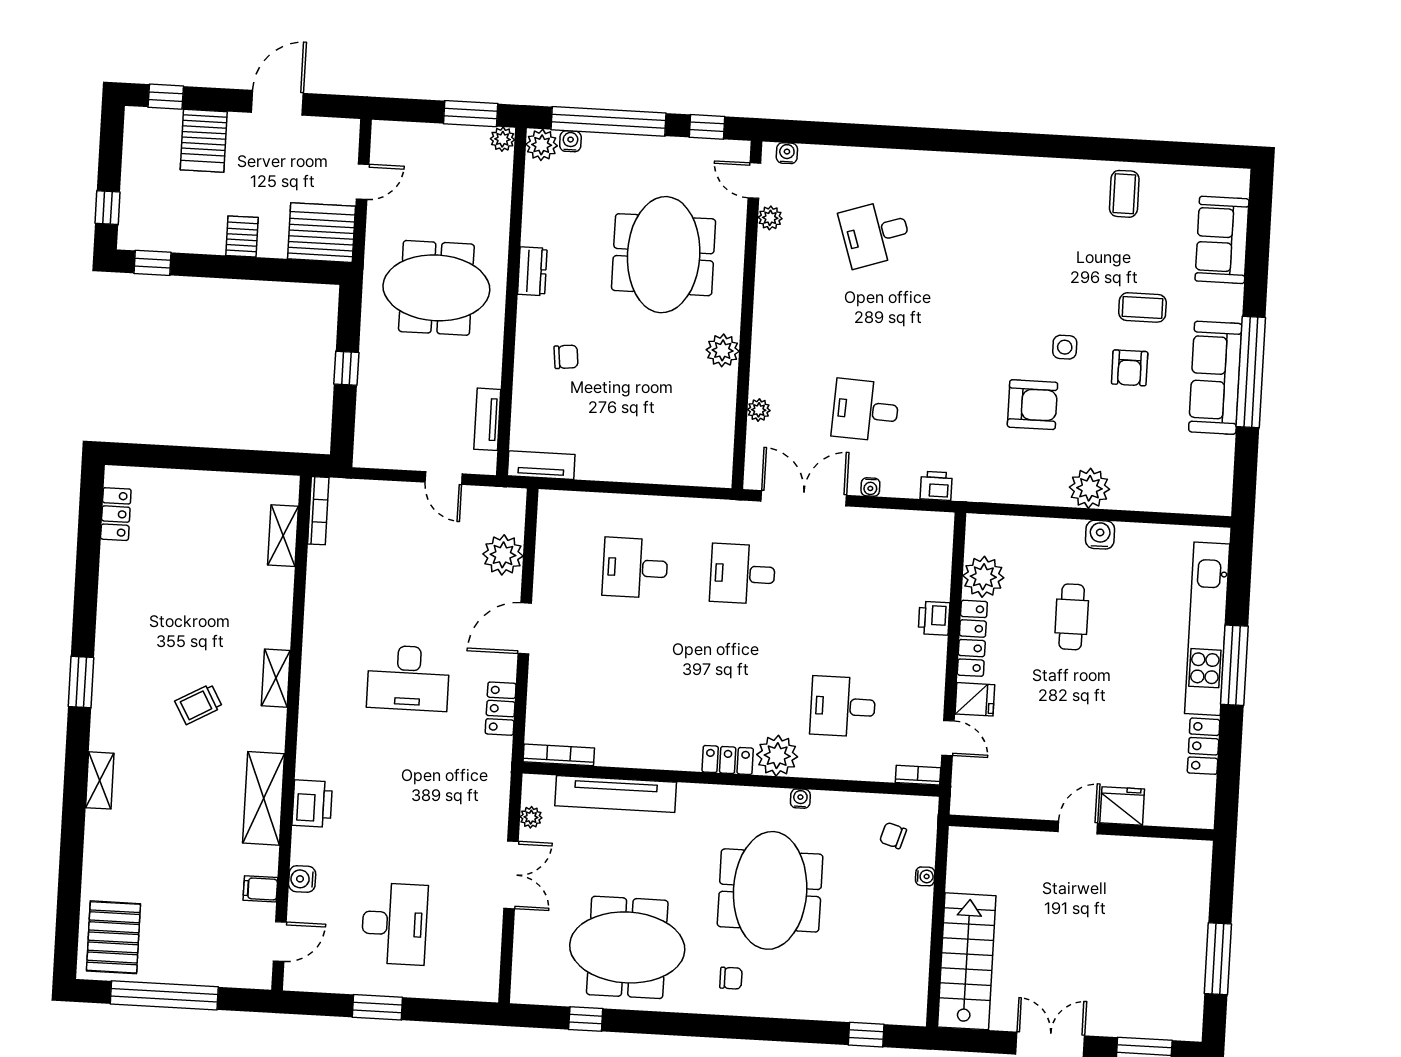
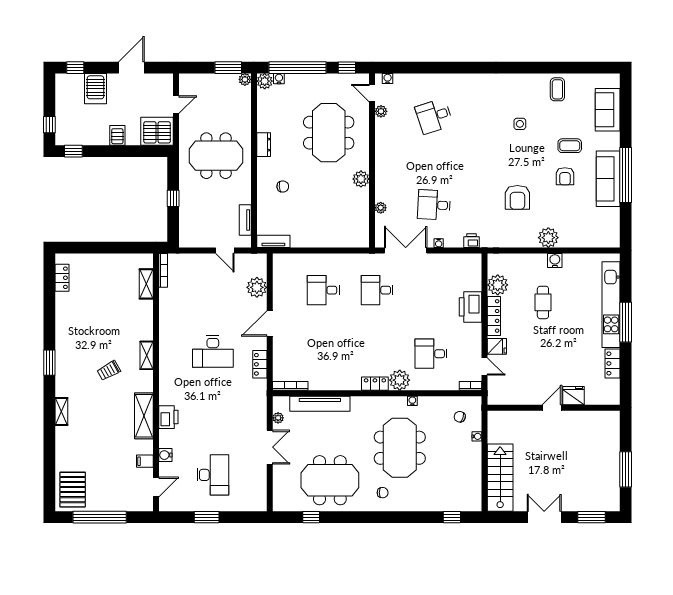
side table: (1065, 347) -> (520, 124), moved
armchair: (1032, 405) -> (517, 197), turned 90
printer: (934, 618) -> (471, 307), width x1.87, depth x1.48

